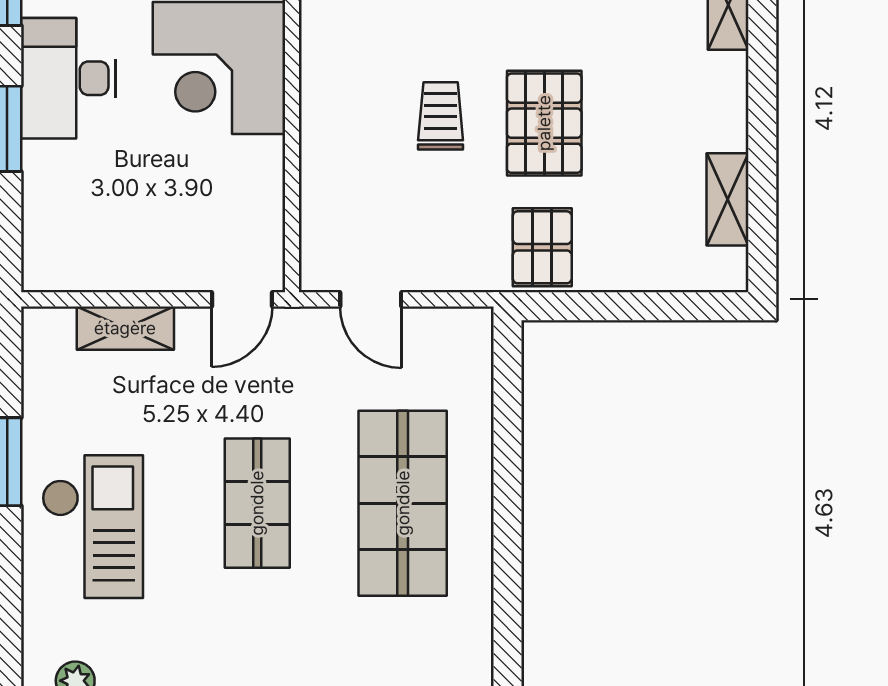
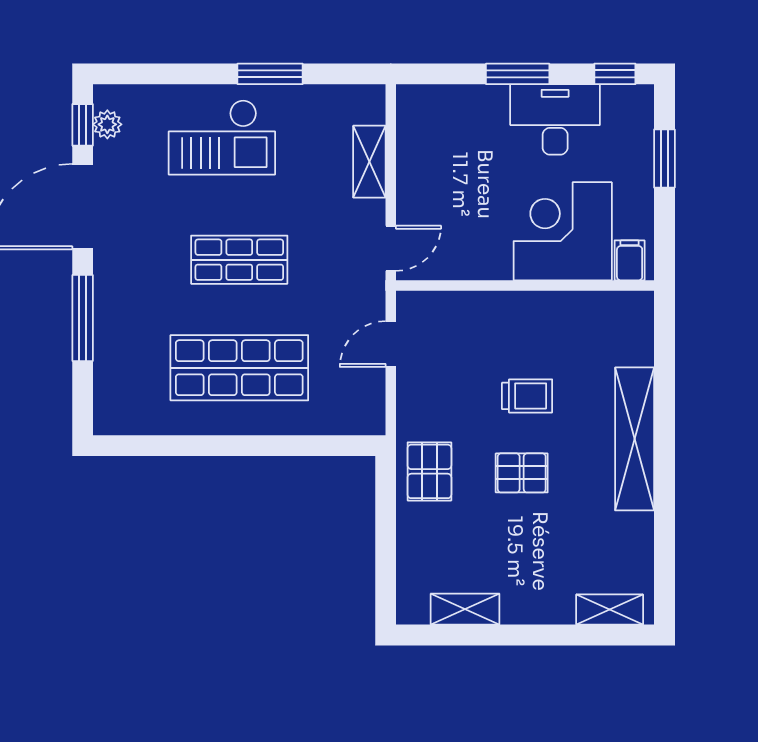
pallet: (544, 123) -> (522, 473), width x0.67, depth x0.71
pallet: (542, 247) -> (429, 471), turned 90
door: (242, 299) -> (391, 248), swing flipped

